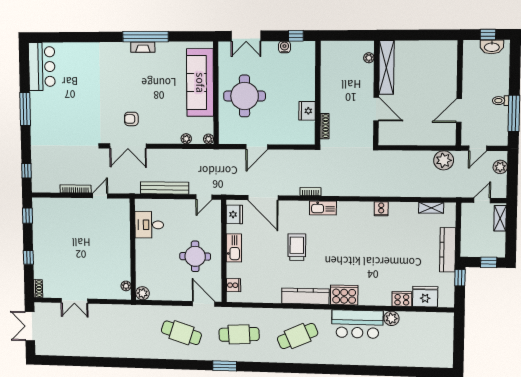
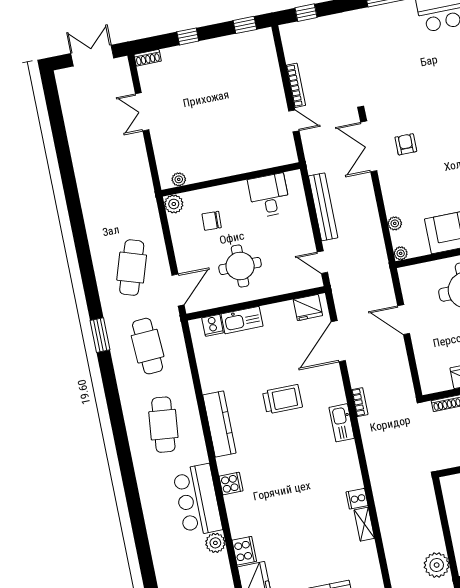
shelving: (431, 208) -> (364, 524), moved
kitchen sink: (234, 248) -> (242, 320), moved
chair: (159, 269) -> (212, 221), added
cooker: (344, 295) -> (231, 484), width x0.53, depth x0.76
cafe table: (298, 336) -> (163, 425), turned 30

